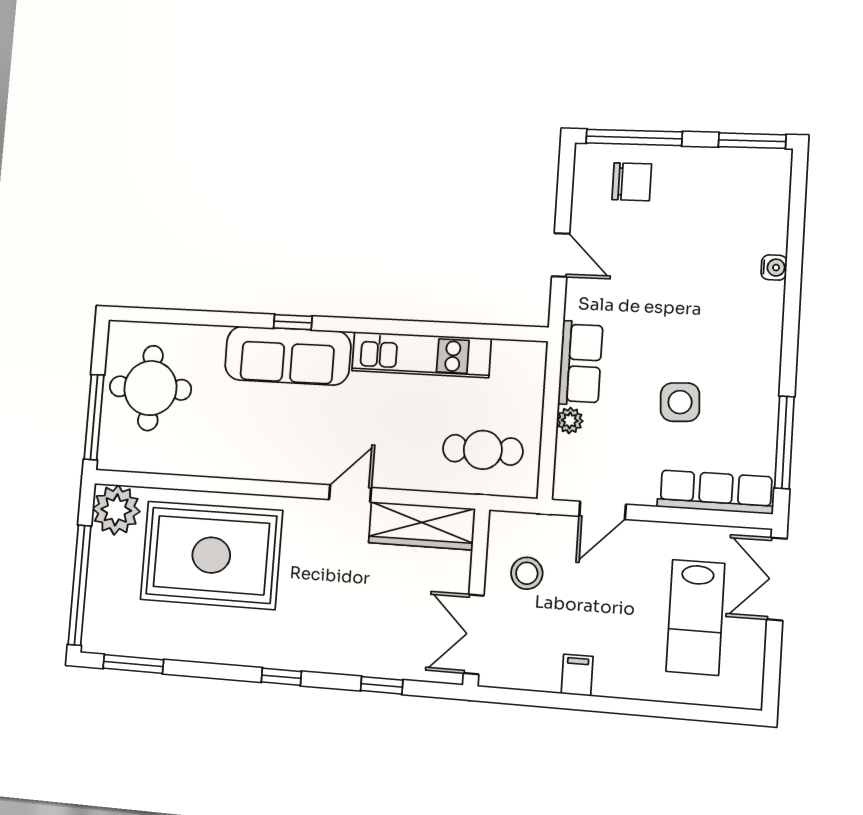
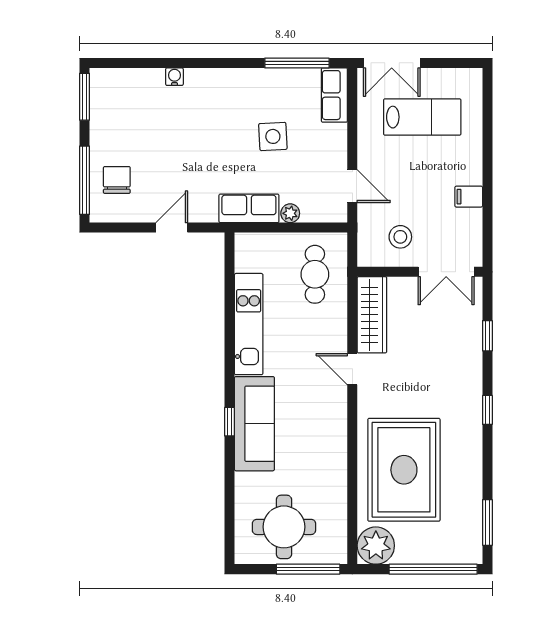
row of seats: (716, 492) -> (334, 95), width x0.68

